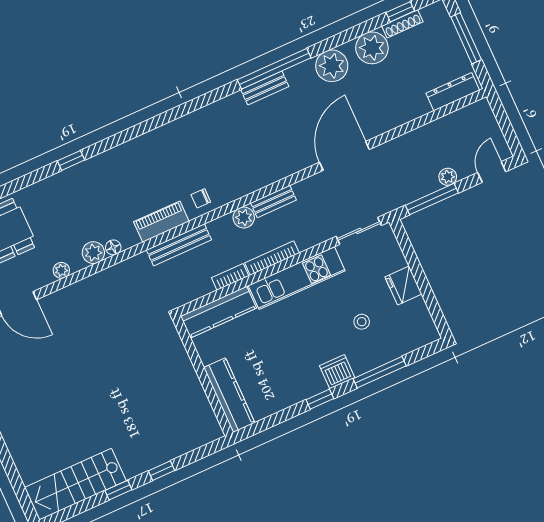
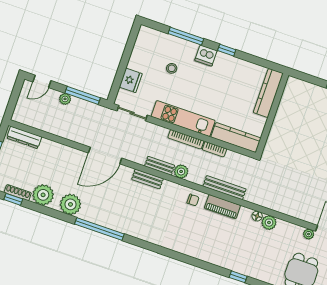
bench: (265, 88) -> (147, 179), moved
plant: (61, 270) -> (309, 234), moved
fridge: (403, 286) -> (131, 80), moved

